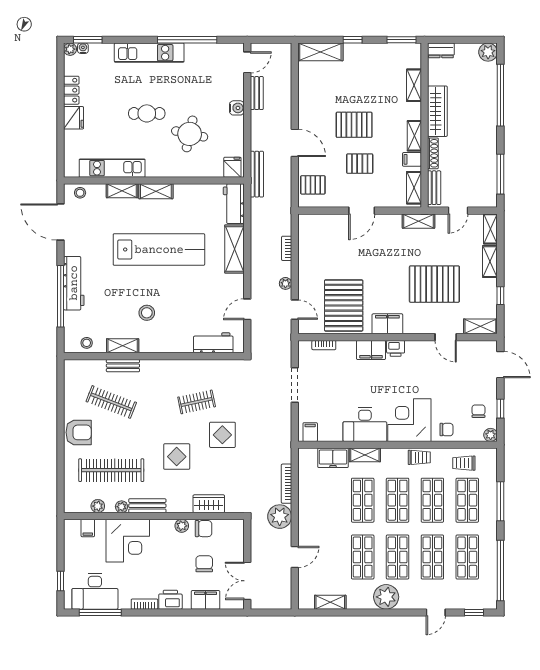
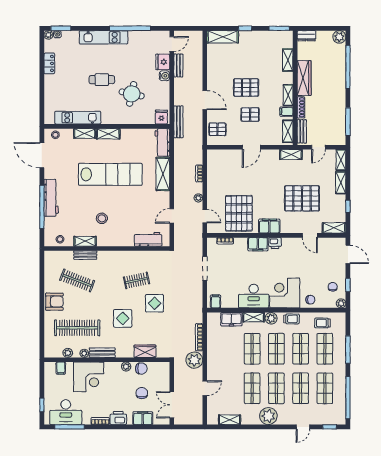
fridge: (74, 118) -> (163, 62), moved, turned 180
plant: (390, 456) -> (271, 318), added

